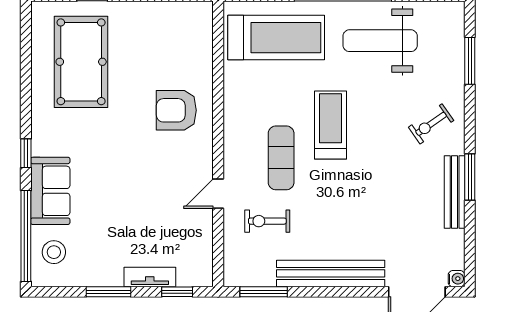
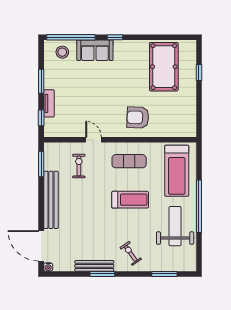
pool table: (81, 62) -> (164, 67), turned 90
armchair: (176, 110) -> (138, 117), turned -88
exercise mat: (281, 158) -> (129, 161), moved

